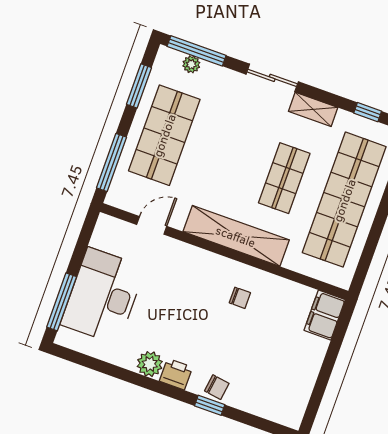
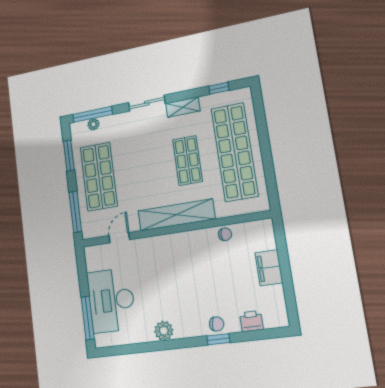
chair: (240, 298) -> (225, 234), moved
filing cabinet: (325, 315) -> (269, 268), moved
printer: (176, 374) -> (251, 321), moved

